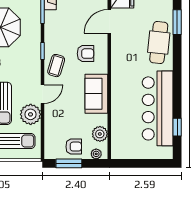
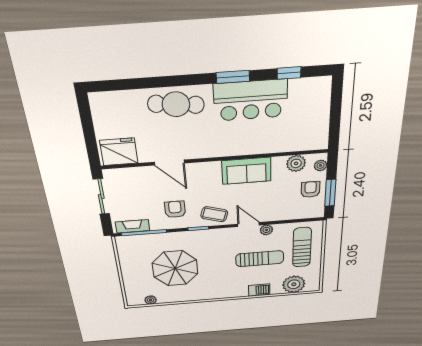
door: (109, 21) -> (169, 163), moved
window: (177, 22) -> (233, 77), moved
armchair: (85, 54) -> (175, 209), moved
bar counter: (158, 108) -> (251, 100), width x0.73
plant: (31, 114) -> (266, 230), width x0.53, depth x0.53

